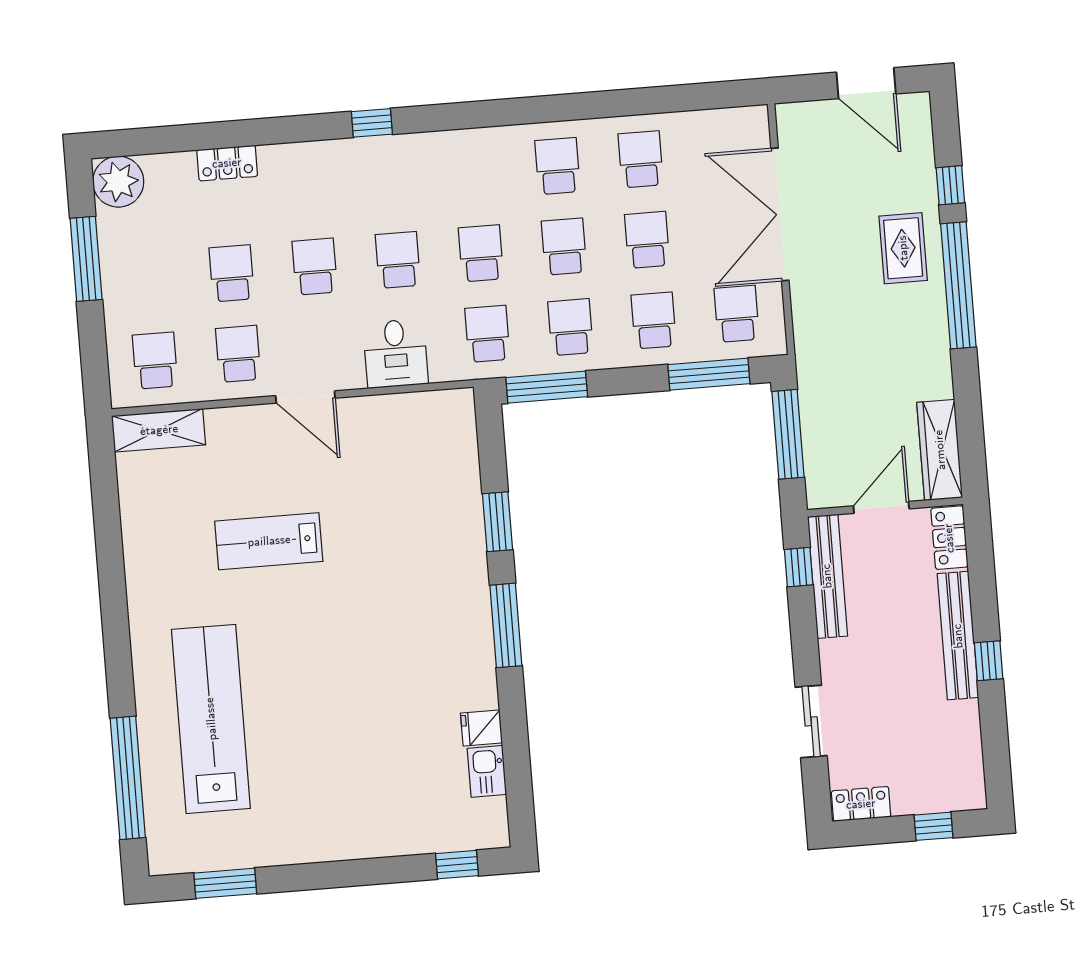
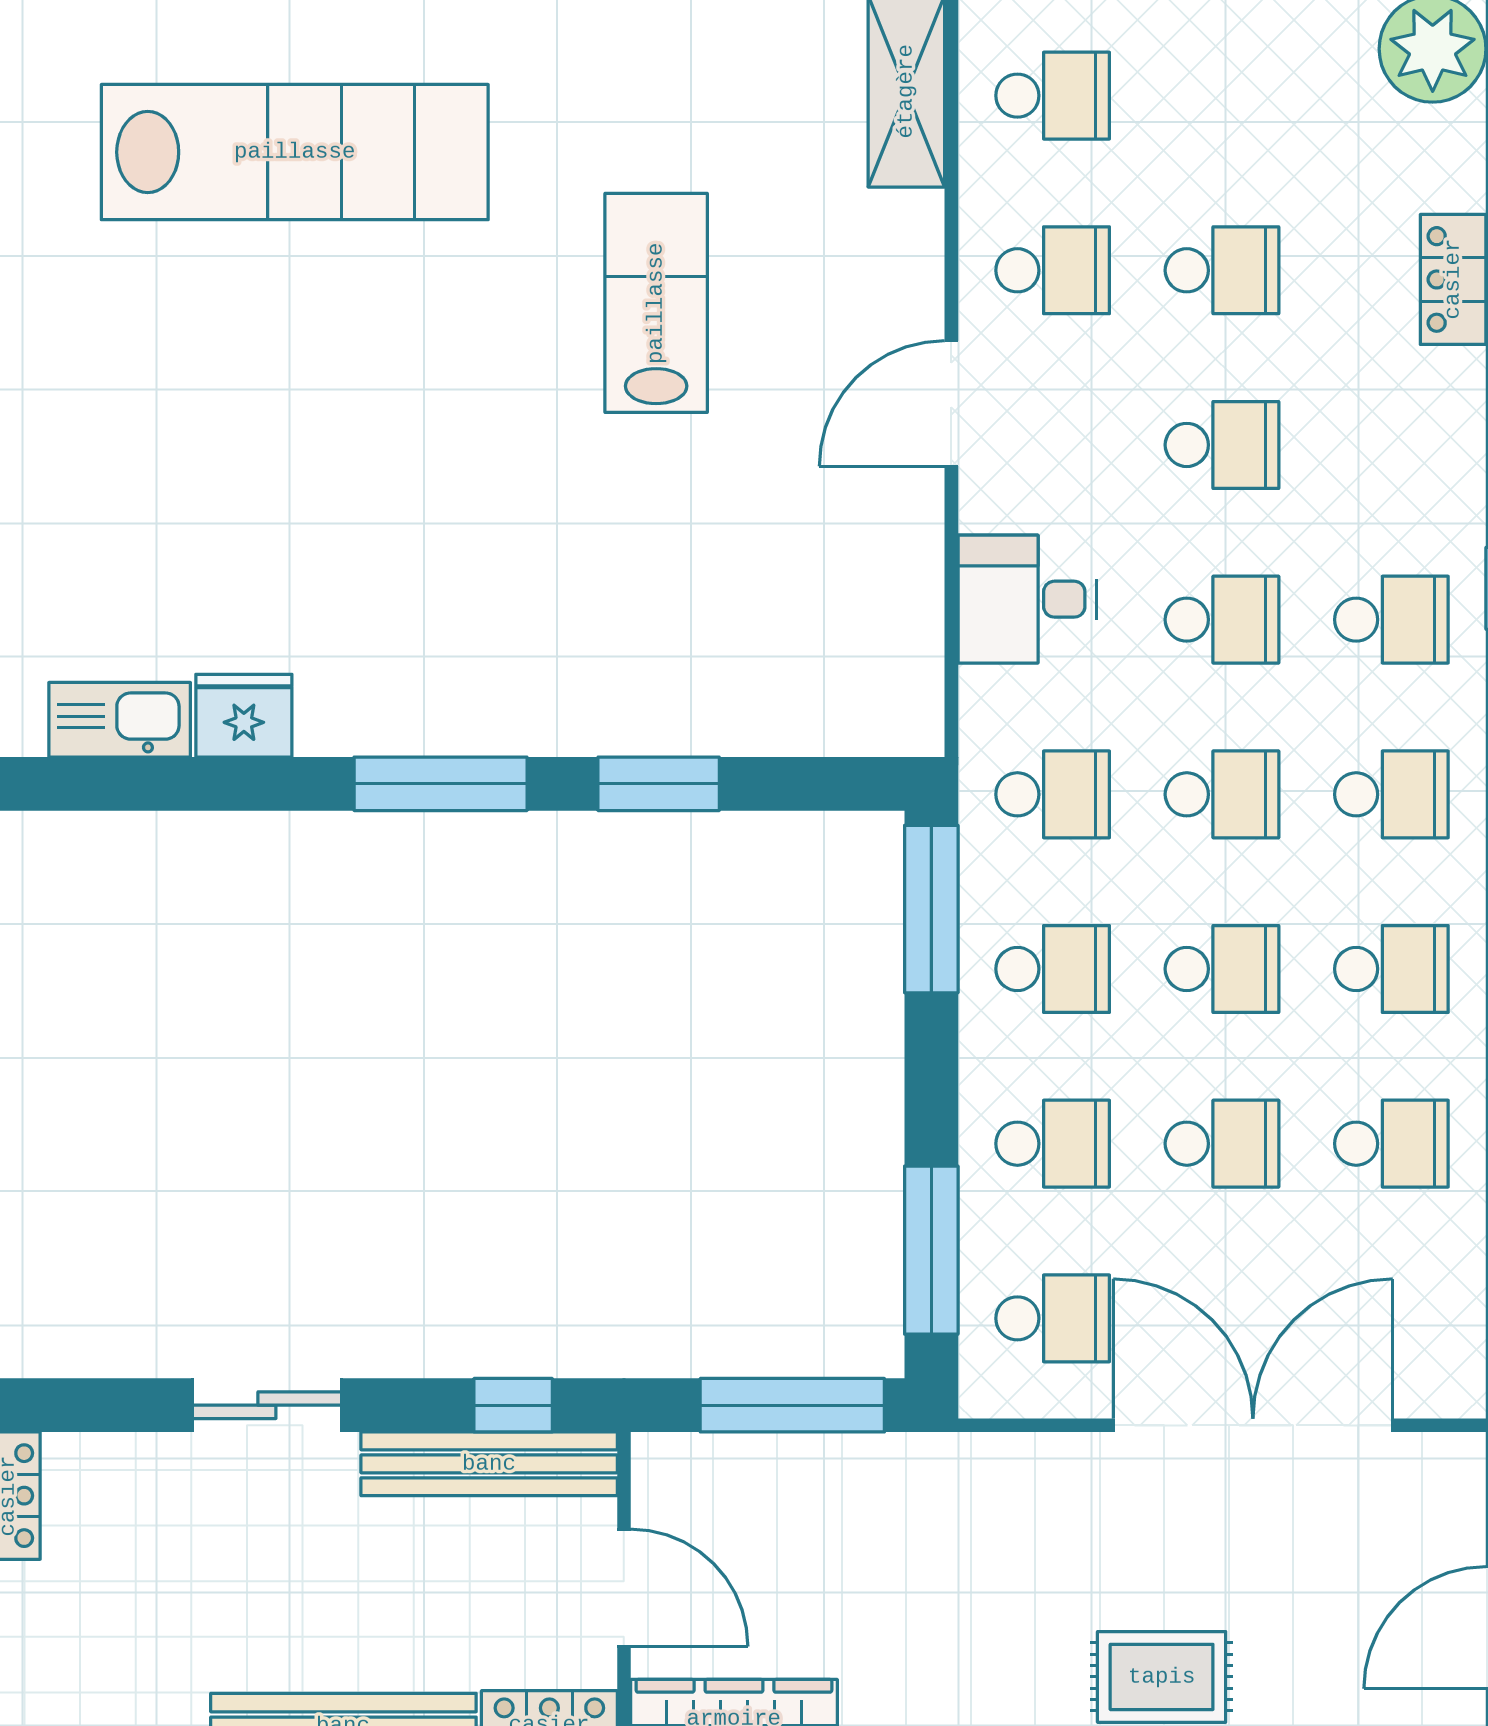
school desk: (474, 173) -> (1391, 794), added
school desk: (391, 179) -> (1391, 620), added
sliding door: (811, 721) -> (267, 1405), moved
fridge: (481, 728) -> (244, 716), width x1.38
kitchen sink: (487, 771) -> (120, 720), width x1.38

